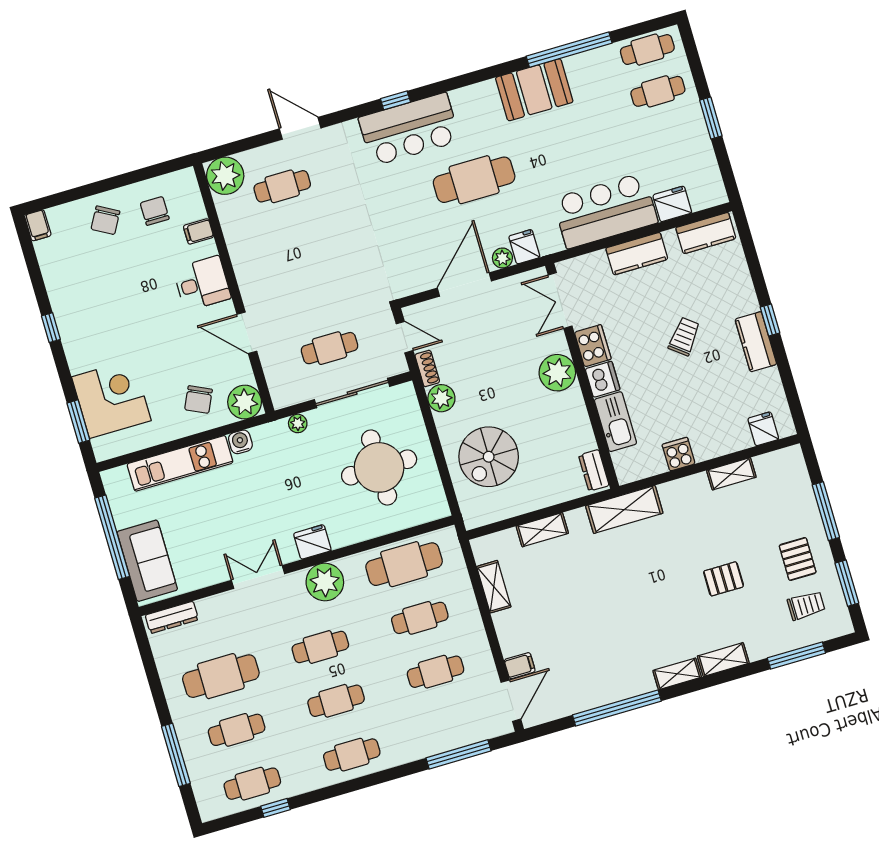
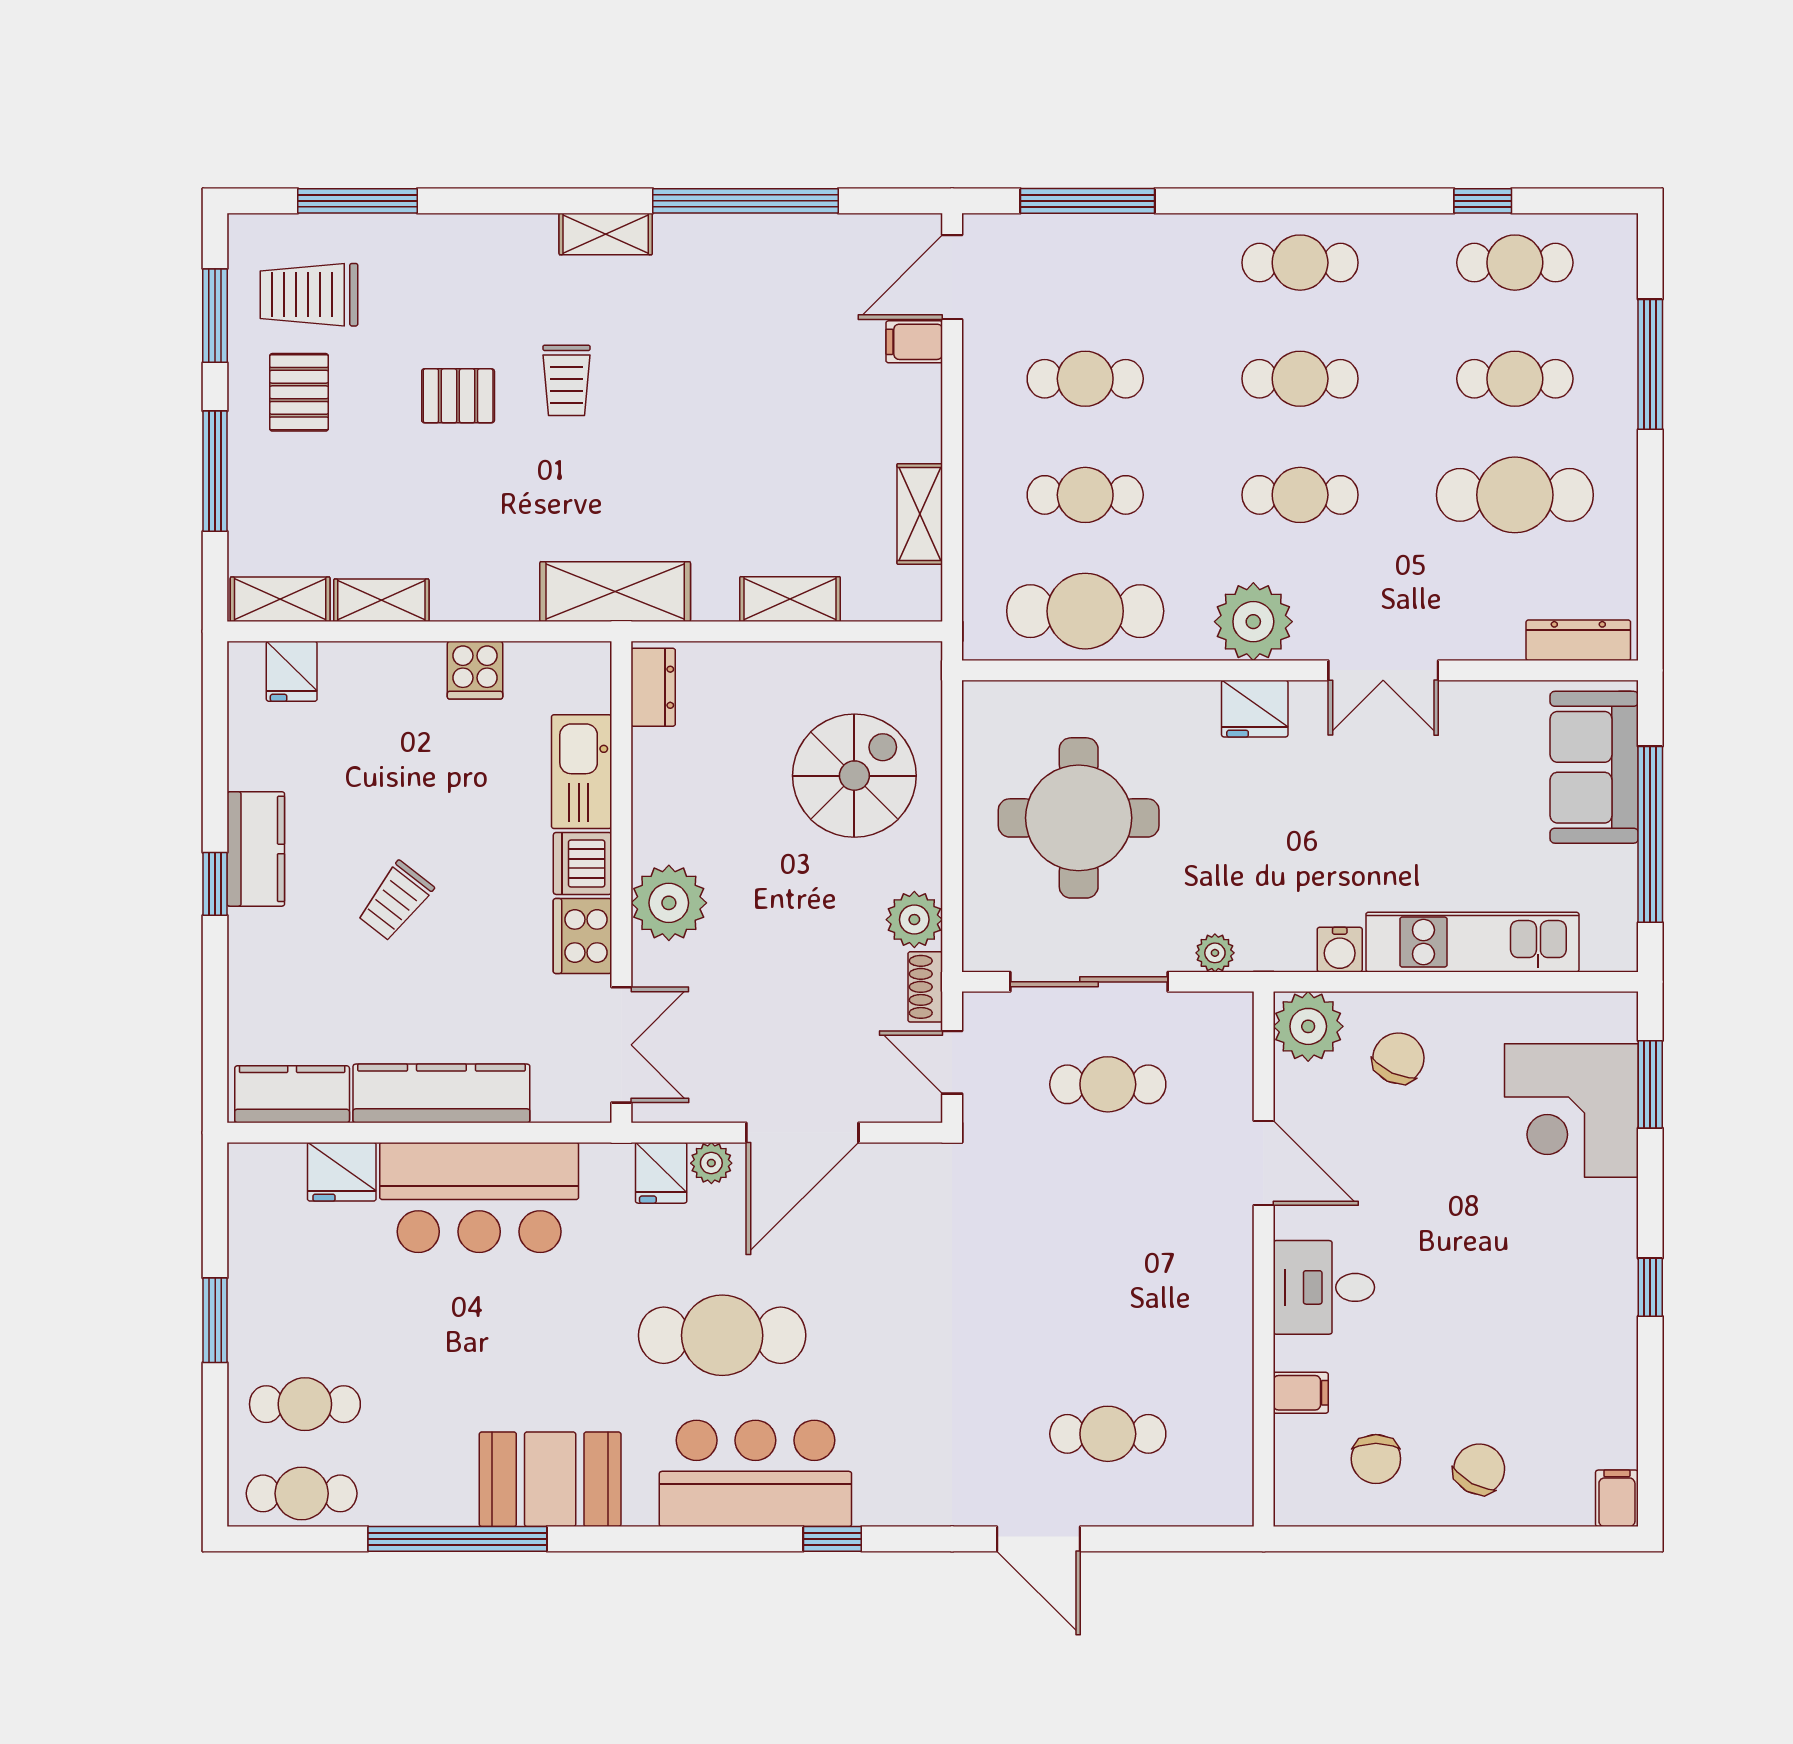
bar counter: (409, 129) -> (755, 1473), moved
plant: (225, 176) -> (1215, 1488), removed
kitchen counter: (637, 254) -> (441, 1093), width x1.50
trolley: (675, 601) -> (567, 380), added
trolley: (806, 606) -> (309, 295), width x1.36, depth x1.39
shelving: (723, 660) -> (280, 599), moved

